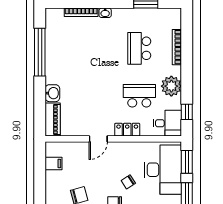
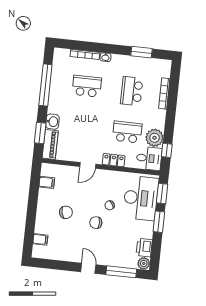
school desk: (87, 48) -> (87, 86), added
plant: (171, 86) -> (155, 138), moved
window: (40, 108) -> (40, 133), added

